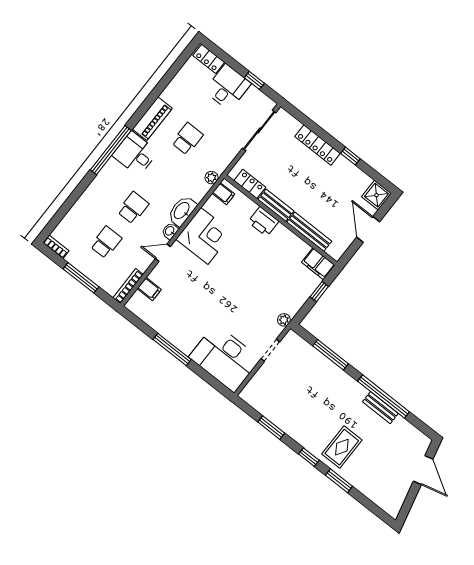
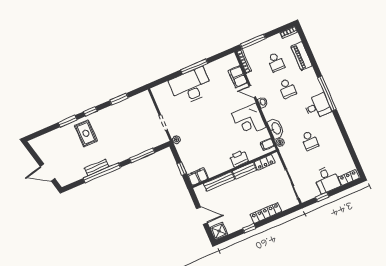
piano: (152, 119) -> (302, 56), moved
washbasin: (182, 211) -> (276, 128), moved
door: (163, 253) -> (252, 91), swing flipped
window: (81, 278) -> (253, 41), moved
filing cabinet: (149, 289) -> (238, 77), width x2.00
desk: (225, 358) -> (191, 86), moved

